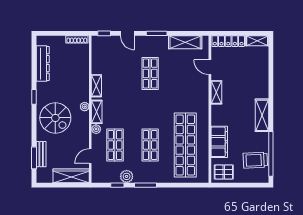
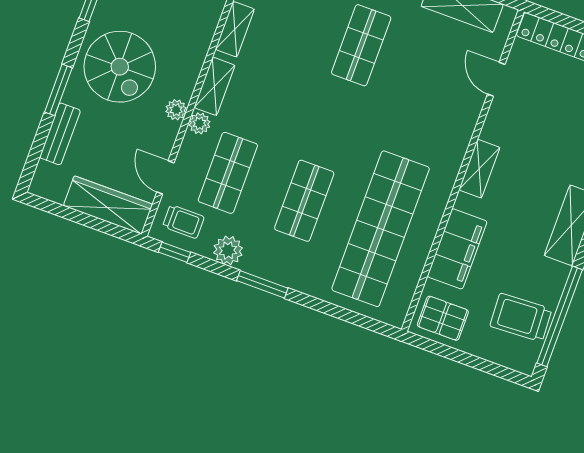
shelving: (216, 92) -> (479, 169), moved
plant: (85, 107) -> (176, 110), moved
door: (90, 156) -> (165, 177), hinge flipped
window: (34, 158) -> (58, 90), moved
trolley: (104, 171) -> (183, 222), added
window: (117, 185) -> (174, 252), moved

